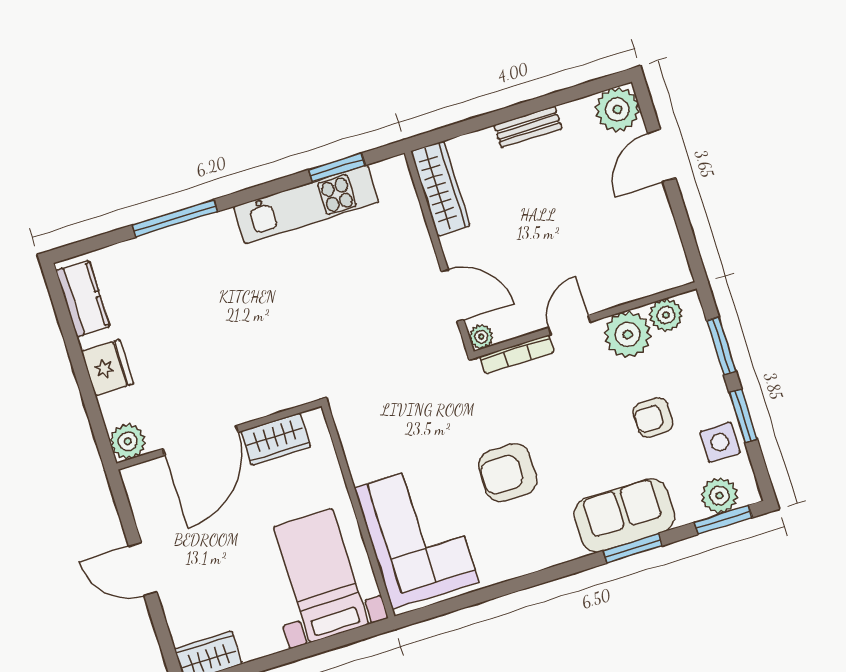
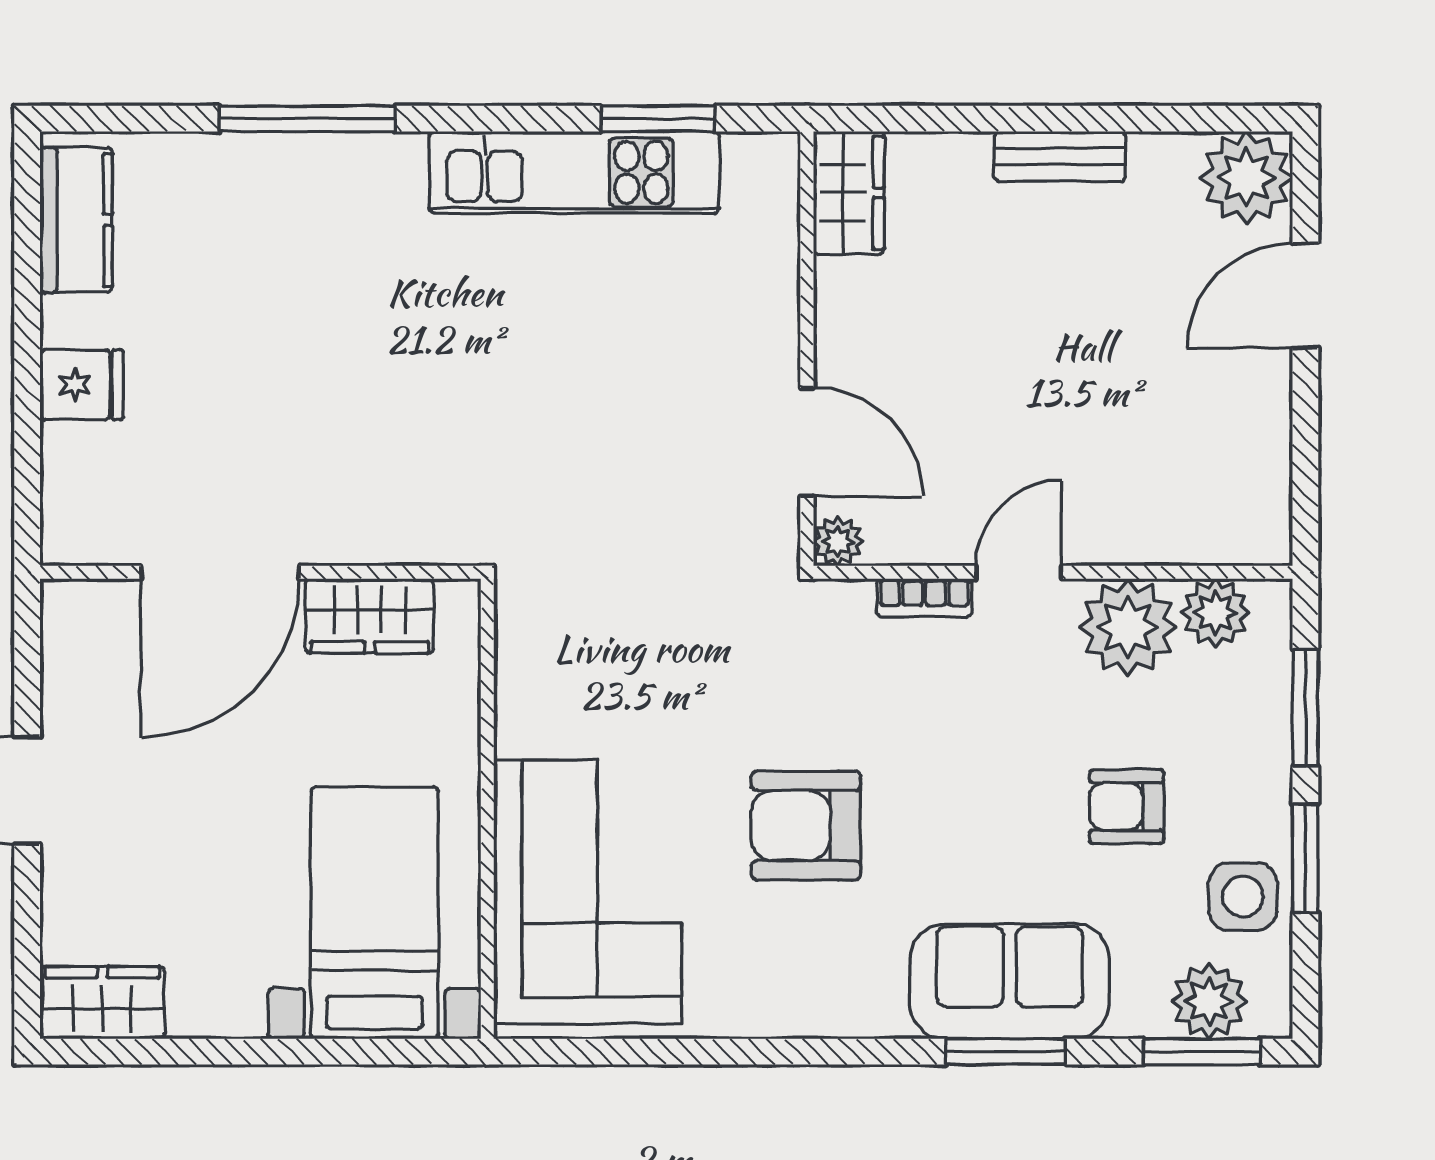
wardrobe: (440, 188) -> (849, 193), width x0.67
bookcase: (517, 354) -> (924, 598), width x0.64
fridge: (107, 368) -> (82, 385), width x0.72
plant: (128, 441) -> (77, 529), removed

